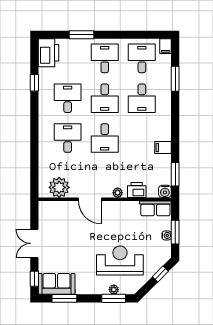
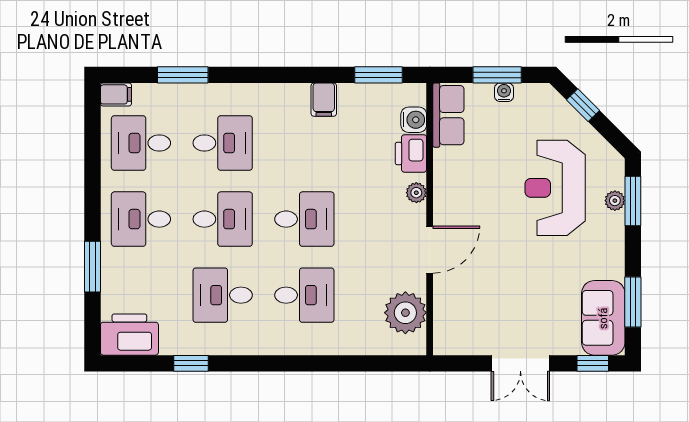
desk: (68, 138) -> (304, 295), turned 180
water cooler: (165, 191) -> (414, 120), moved

